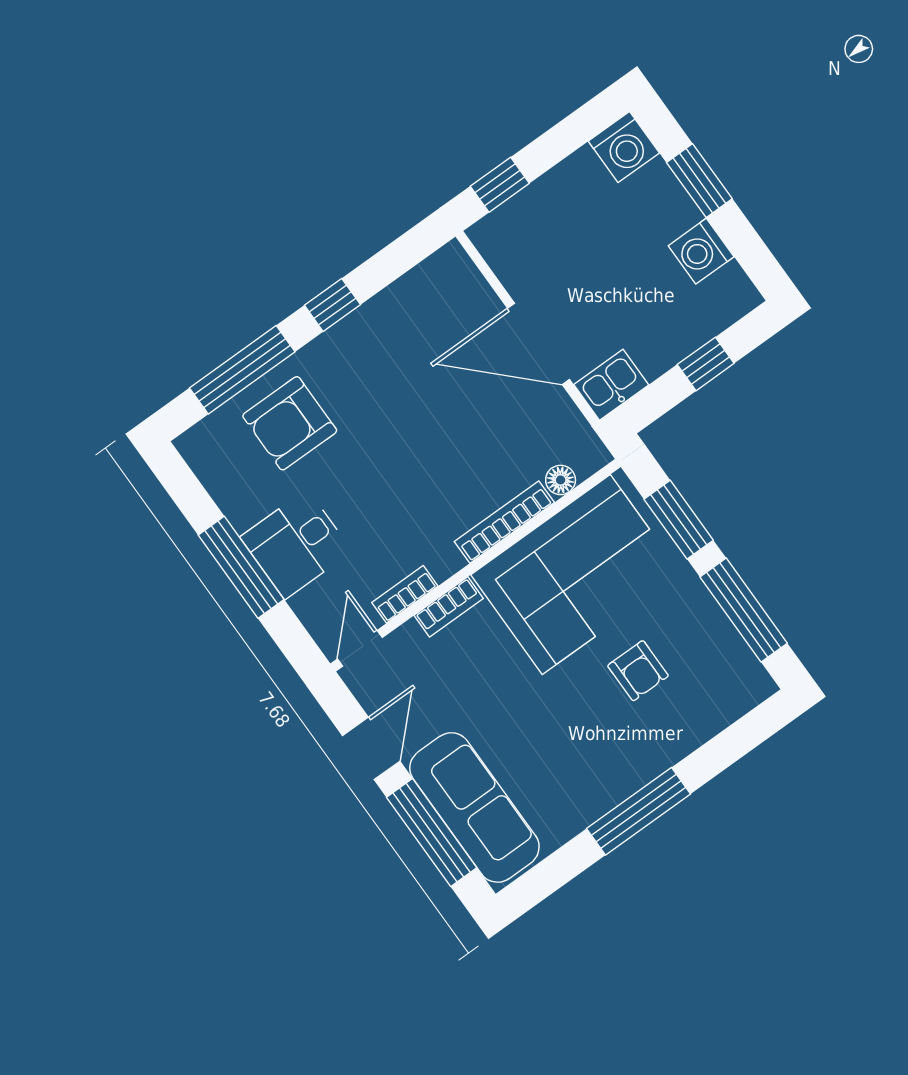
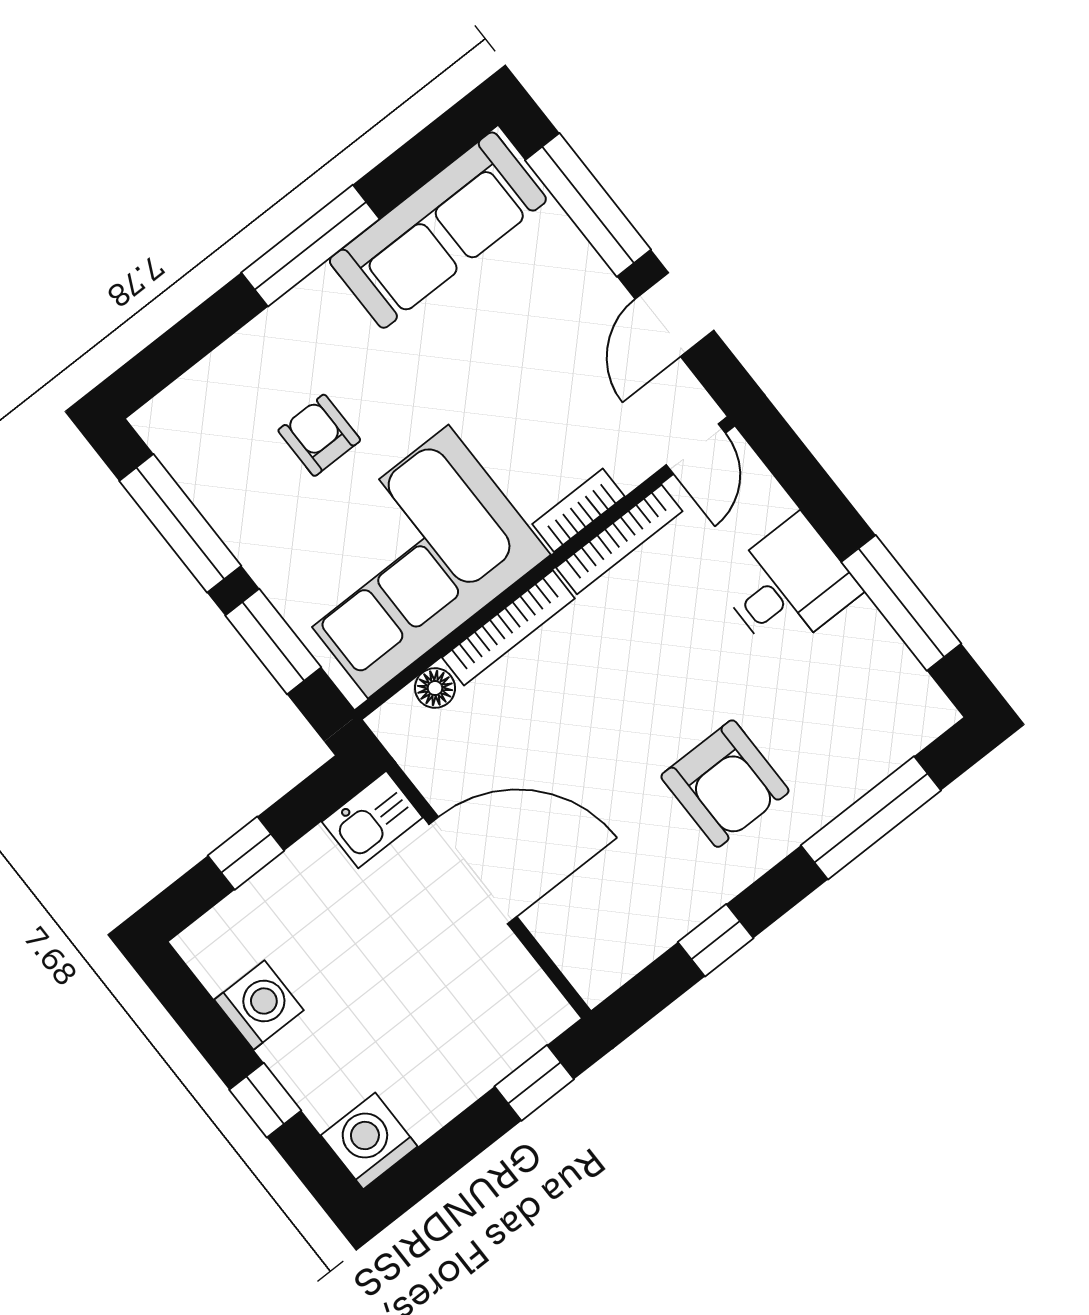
window: (699, 181) -> (265, 1100), width x0.67
window: (332, 305) -> (716, 940), moved
armchair: (290, 423) -> (725, 784), moved, turned 90
window: (241, 567) -> (901, 603), moved
bookcase: (405, 594) -> (619, 539), width x1.56
sofa: (474, 807) -> (438, 230), moved, turned -90

